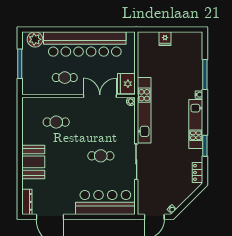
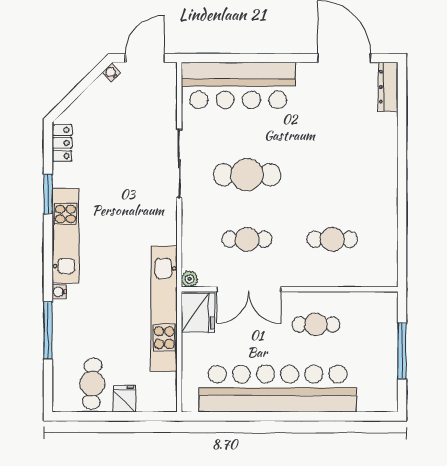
plant: (35, 39) -> (373, 397), removed
cafe table: (182, 47) -> (92, 384), added
kitchen unit: (144, 110) -> (164, 309), moved
cafe table: (101, 122) -> (247, 239), added
cafe table: (101, 156) -> (247, 175), width x1.37, depth x1.35
booth: (33, 162) -> (376, 163), removed

